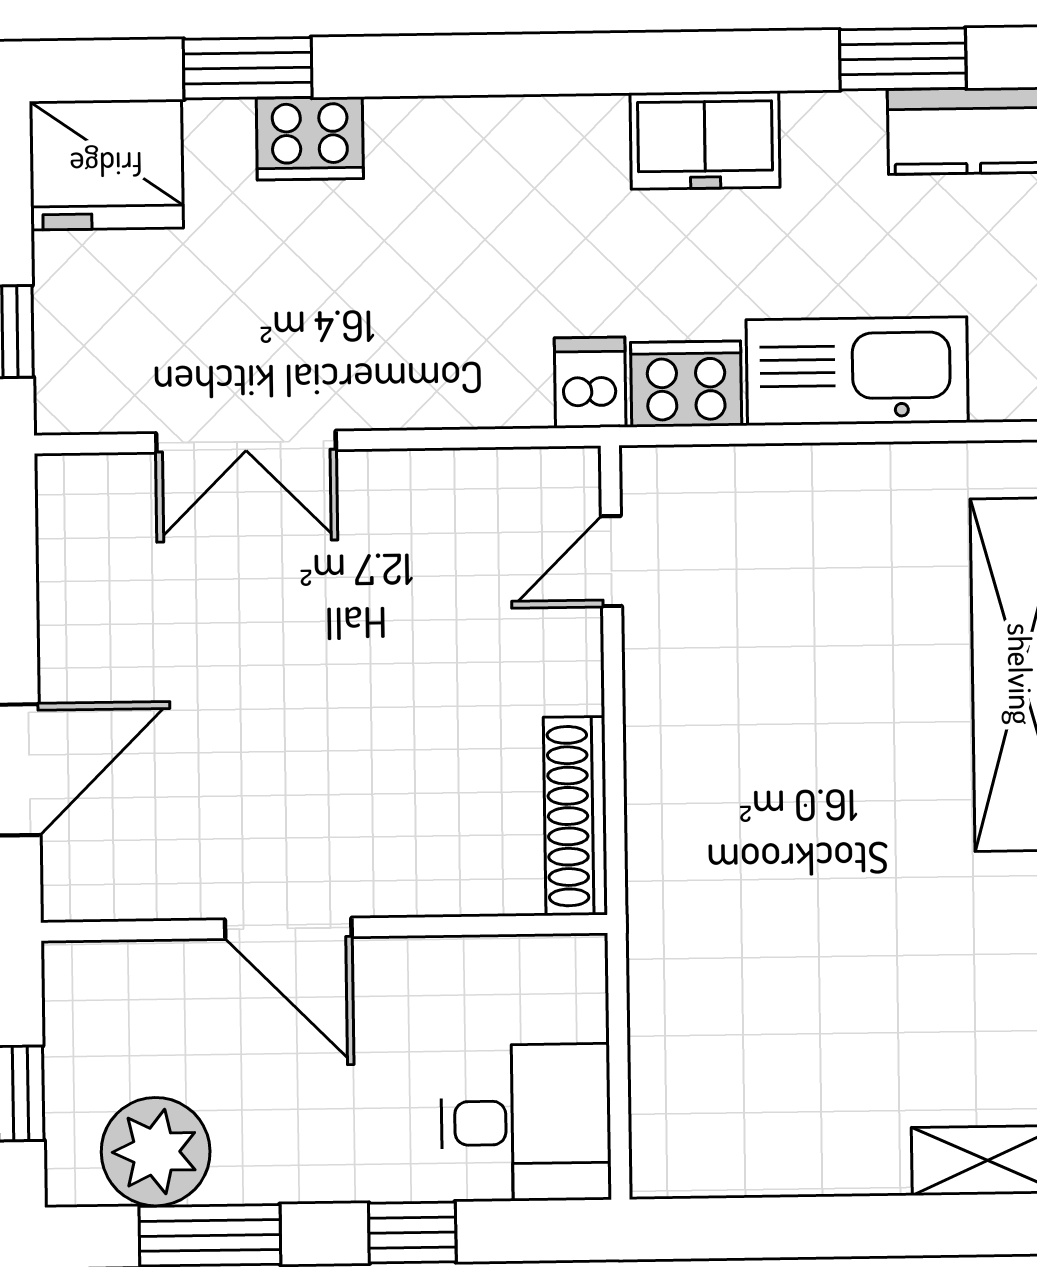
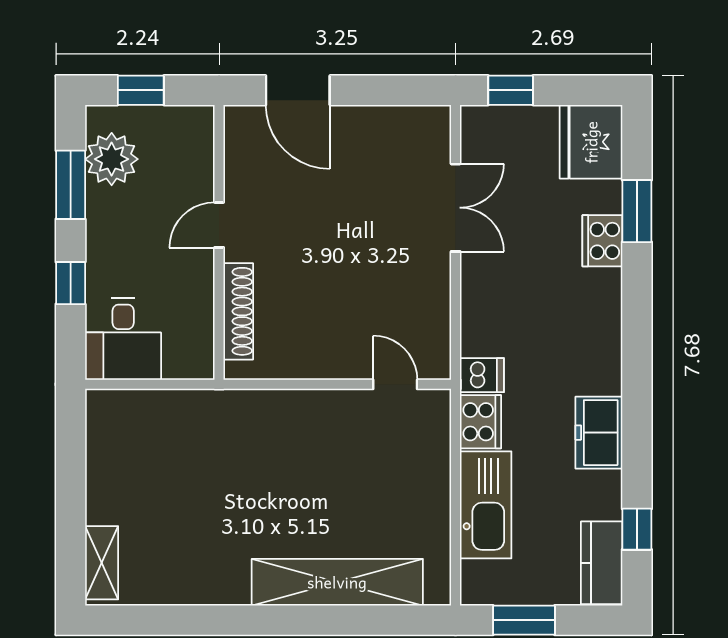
window: (903, 59) -> (637, 529), width x0.67
double door: (246, 442) -> (456, 208), swing flipped
shoe rack: (575, 816) -> (238, 311), moved, turned 90
door: (288, 928) -> (219, 225), width x0.73

